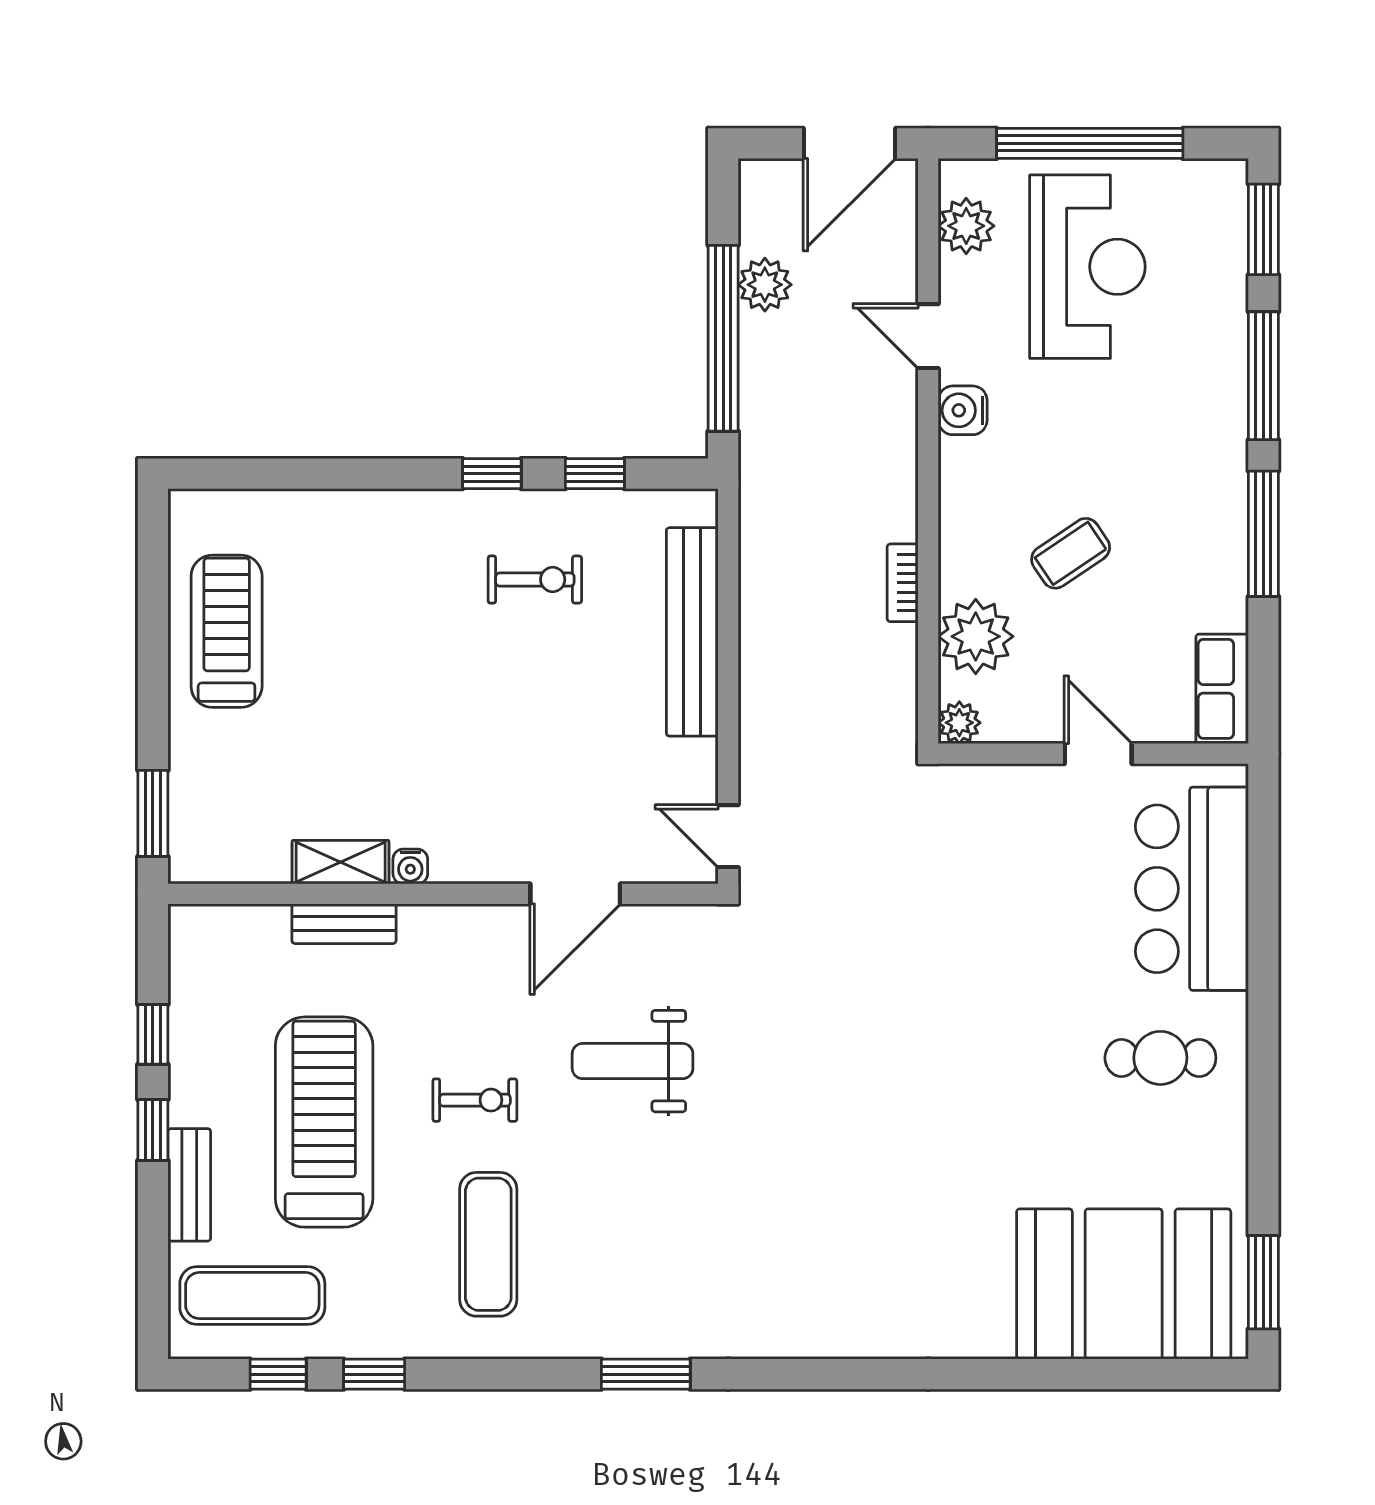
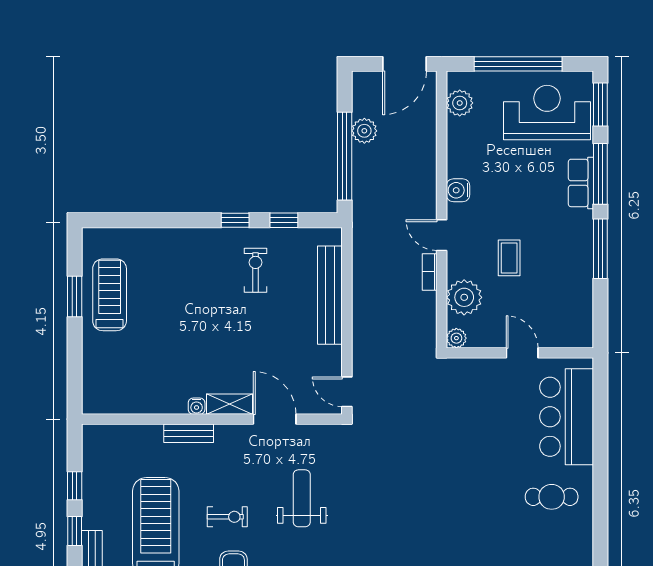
reception desk: (1087, 267) -> (547, 113), moved, turned -90
door: (928, 336) -> (442, 235), moved
coffee table: (1071, 553) -> (509, 258), turned -56
exercise bike: (535, 580) -> (256, 270), turned -90
row of seats: (1222, 689) -> (581, 183), moved
window: (153, 813) -> (75, 297), moved
shelving: (341, 862) -> (230, 404), moved
door: (575, 894) -> (275, 419), swing flipped
bench: (344, 924) -> (189, 433), moved
weight bench: (633, 1061) -> (302, 498), turned 90

